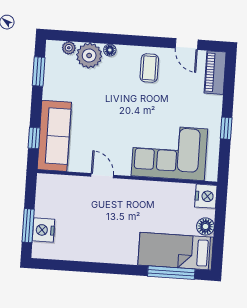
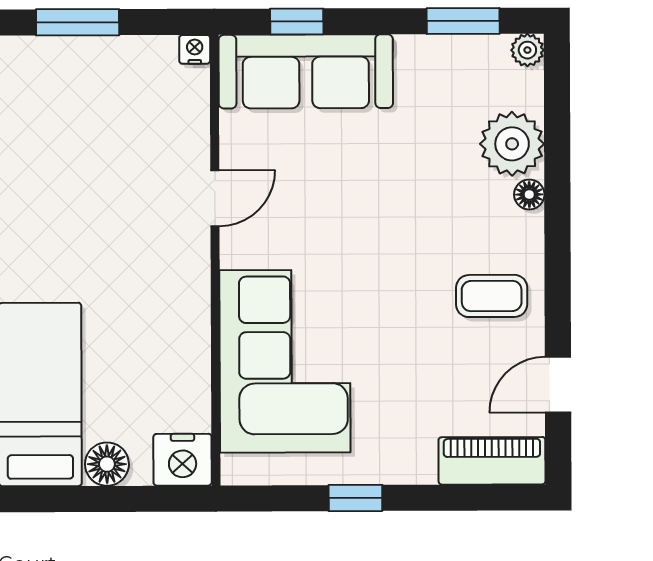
plant: (69, 48) -> (527, 50), moved
nightstand: (43, 230) -> (195, 49), moved, width x0.53, depth x0.56

